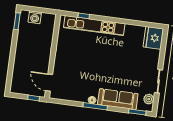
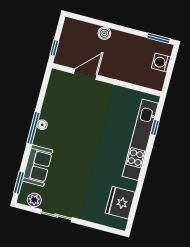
fridge: (153, 38) -> (120, 203), moved, turned -90
boiler: (18, 62) -> (104, 33), added
door: (49, 83) -> (85, 74), moved
sofa: (118, 99) -> (38, 166), width x0.73

